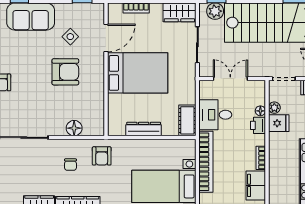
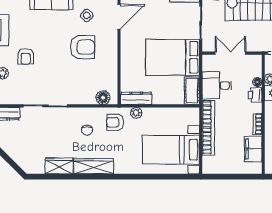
bed: (138, 73) -> (173, 57), moved, turned 180
floor lamp: (74, 128) -> (103, 97), moved
dresser: (144, 129) -> (136, 98), moved
plant: (125, 145) -> (136, 113), added
armchair: (102, 156) -> (115, 122), turned 90

